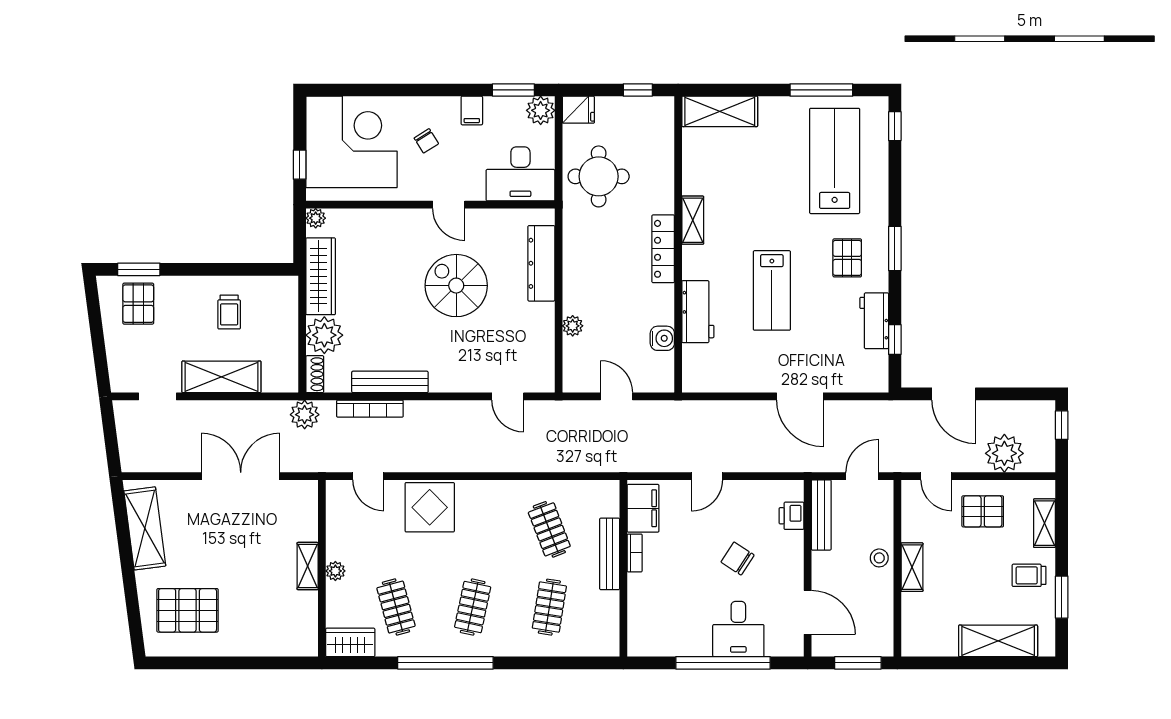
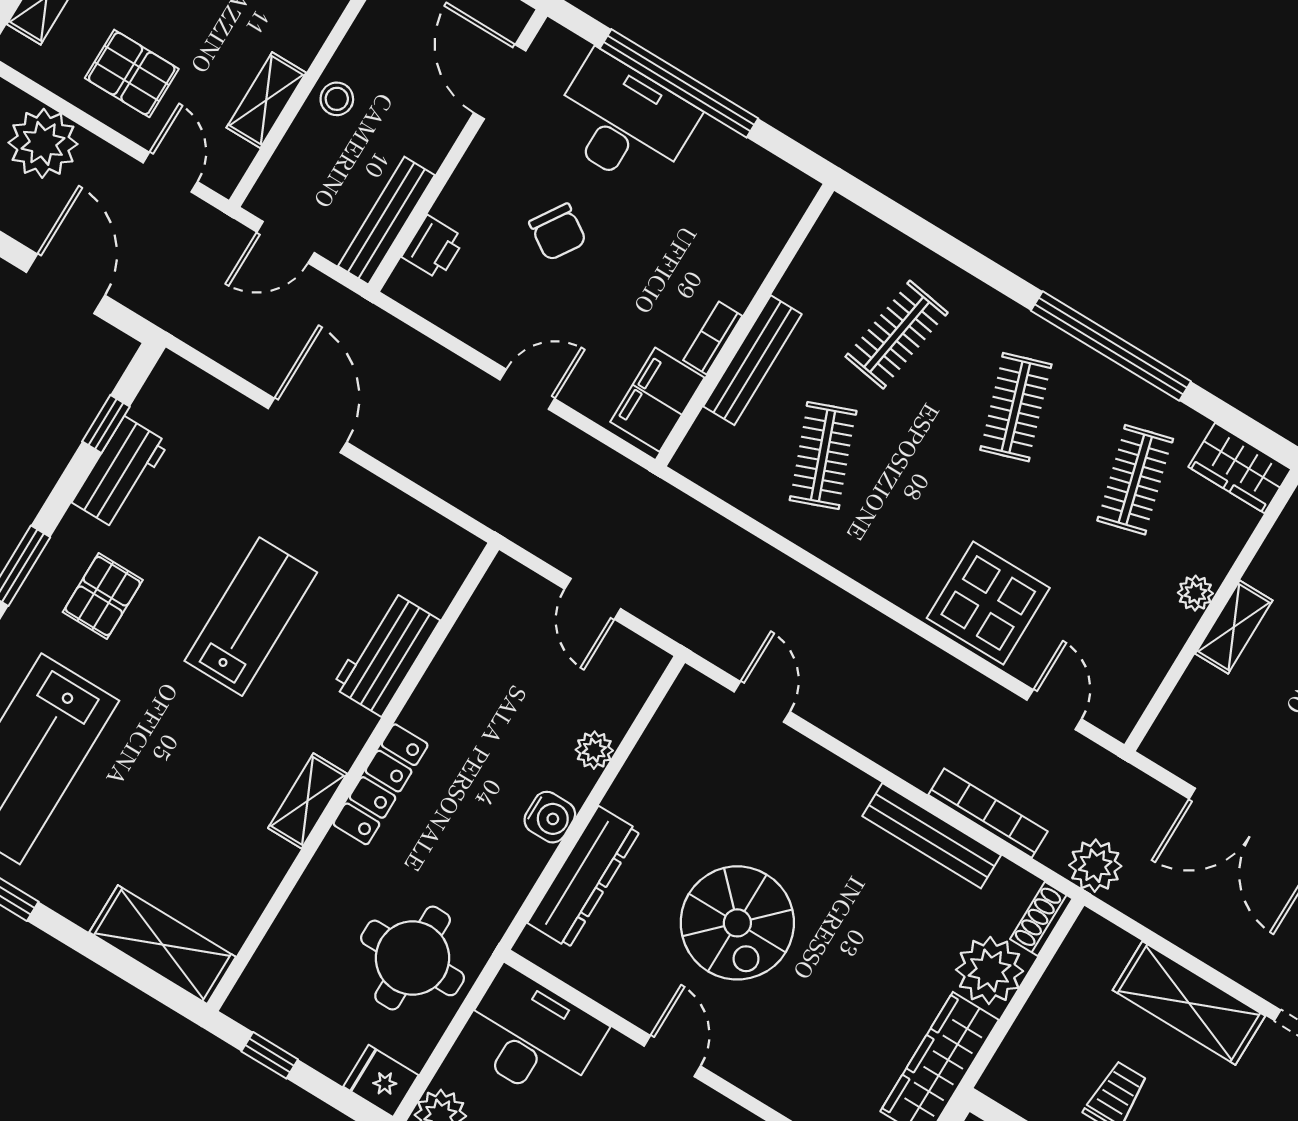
water cooler: (662, 338) -> (550, 817), moved, turned 180
shelving: (912, 567) -> (266, 100), moved
clothes rail: (473, 607) -> (1016, 407), turned -30
desk: (738, 629) -> (623, 122), width x1.37

